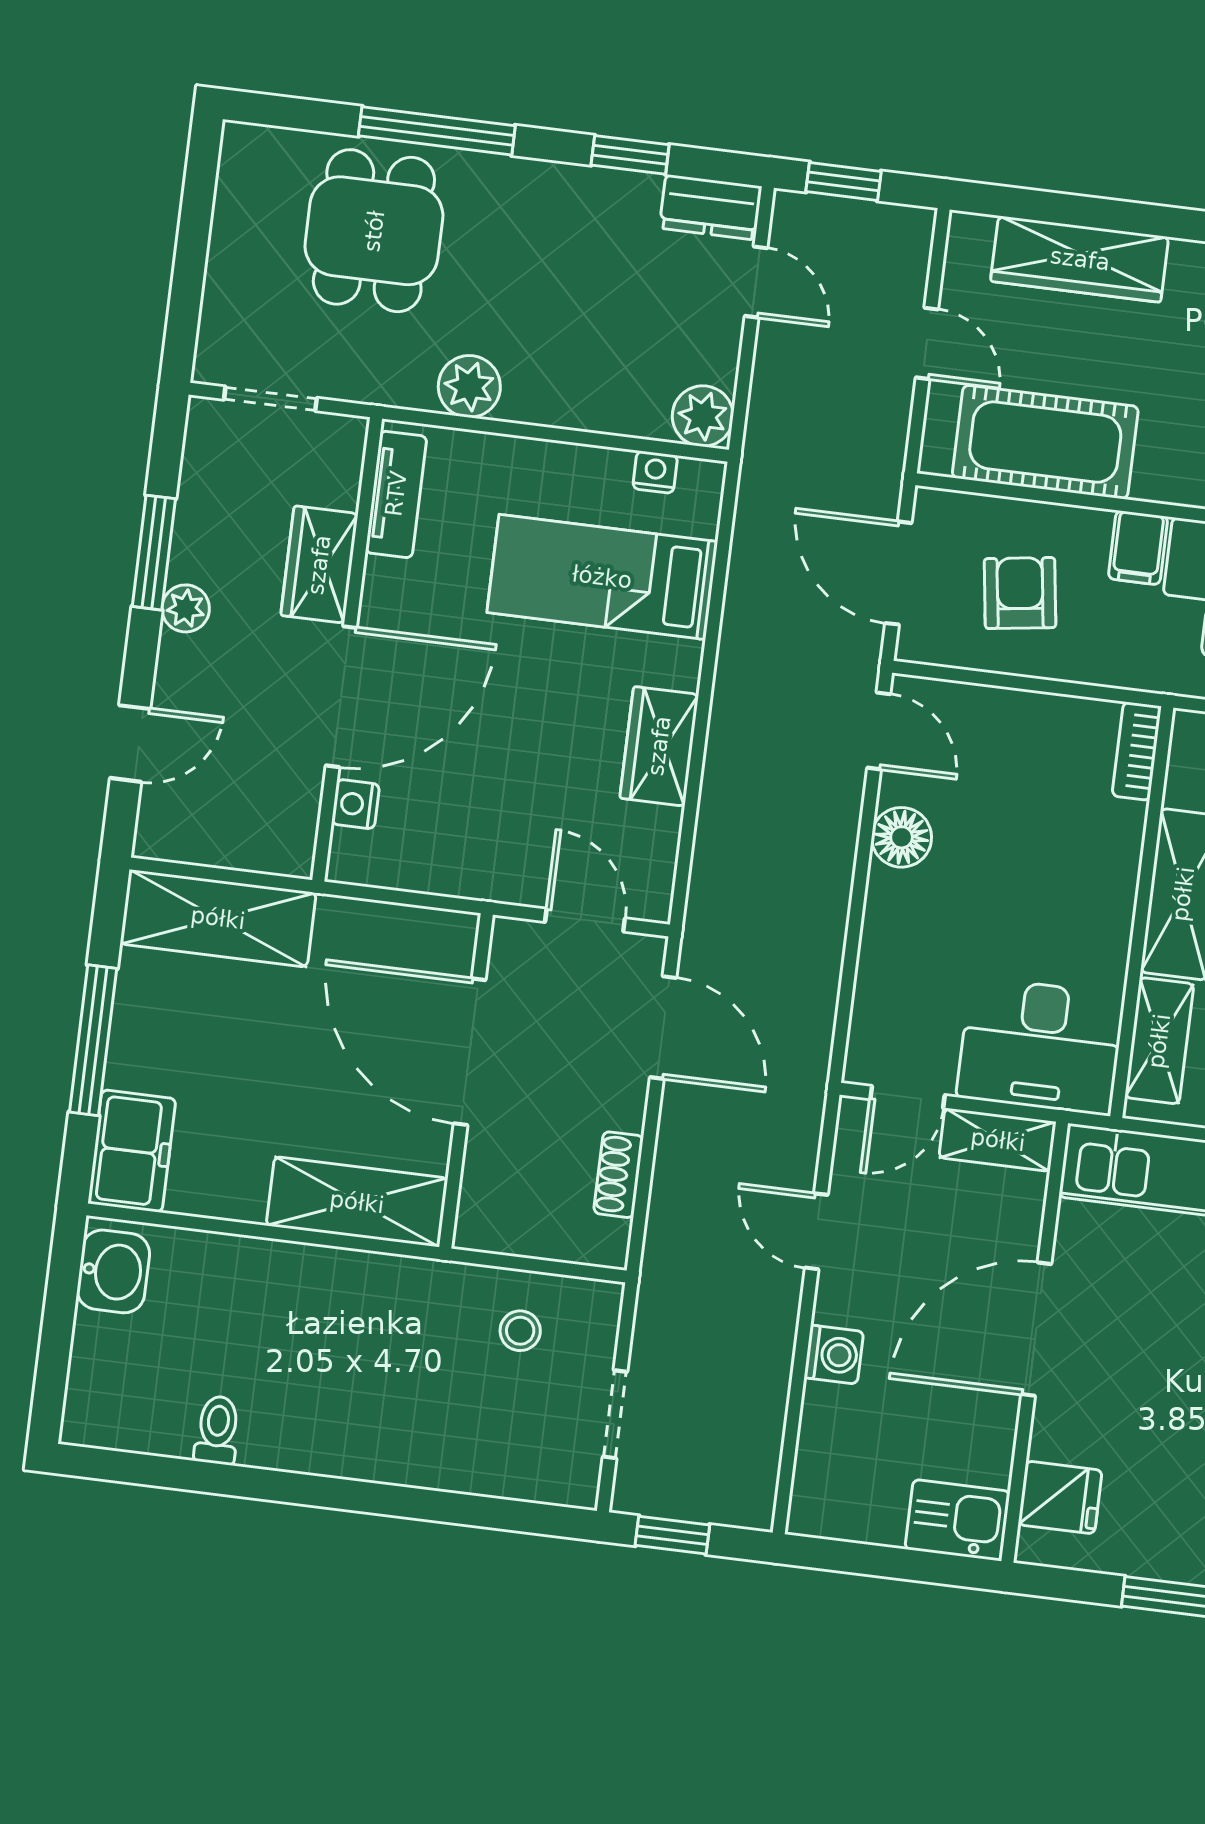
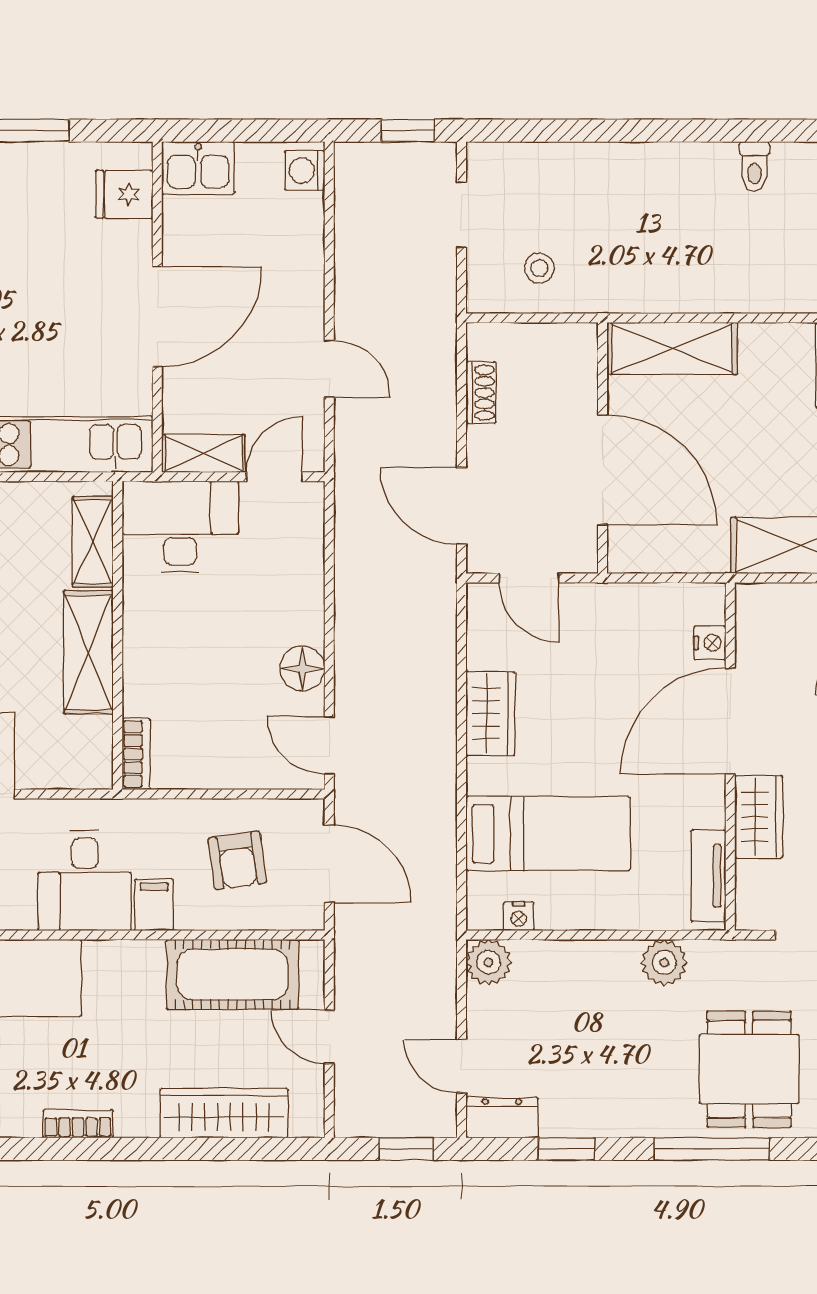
washing machine: (834, 1355) -> (305, 171), moved

